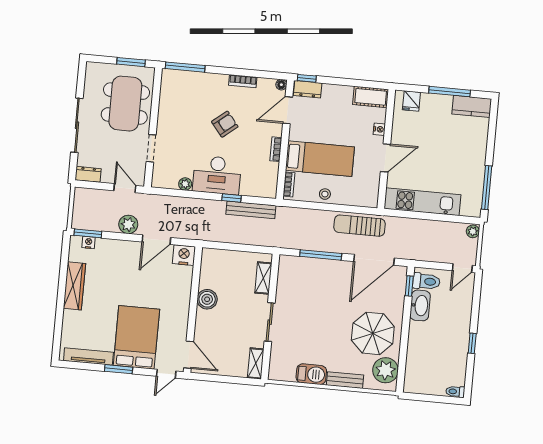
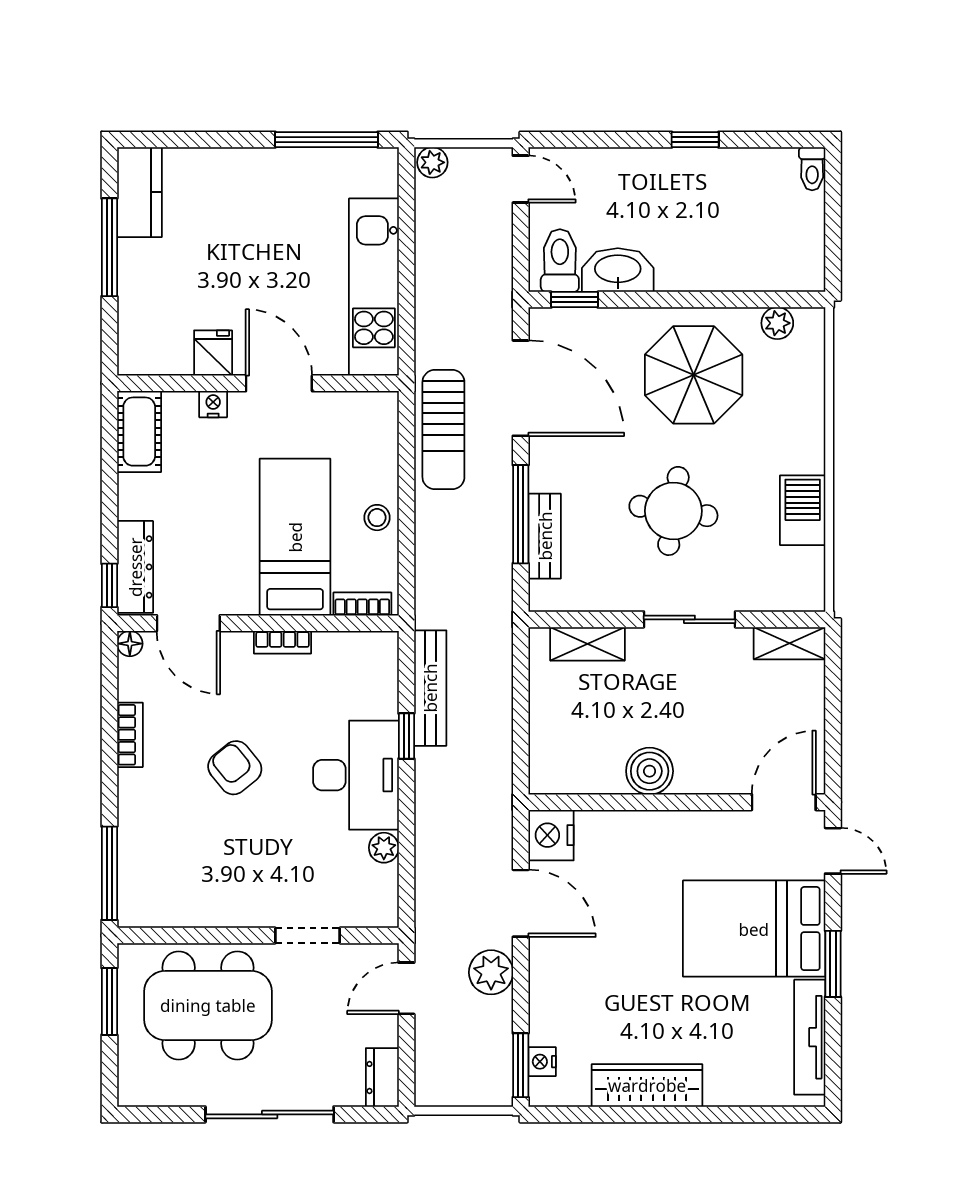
dresser: (308, 89) -> (135, 567), width x1.44
fridge: (411, 101) -> (213, 353), moved, turned -90
round table: (316, 320) -> (673, 511), added
plant: (385, 370) -> (777, 323), width x0.53, depth x0.53
bench: (345, 380) -> (545, 536), moved

